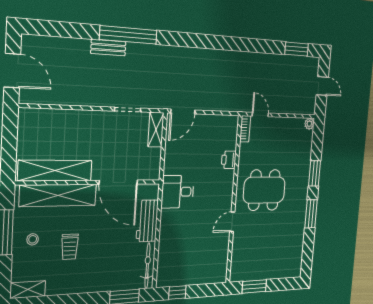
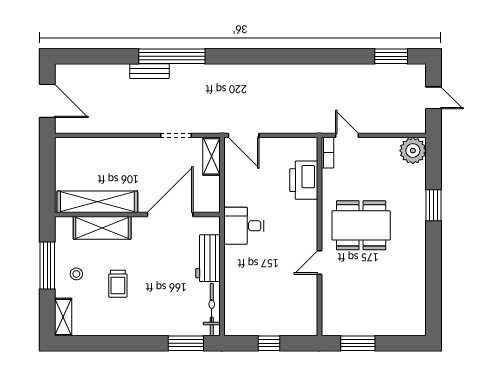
door: (183, 112) -> (244, 135), hinge flipped
plant: (309, 124) -> (413, 151), width x1.87, depth x1.87
printer: (229, 160) -> (304, 180), width x1.87, depth x1.48
door: (118, 182) -> (170, 215), swing flipped
shelving: (58, 195) -> (102, 228), width x0.68
window: (311, 214) -> (434, 256), removed
shelving: (28, 290) -> (63, 317), moved, turned 90
window: (177, 293) -> (269, 343), moved

